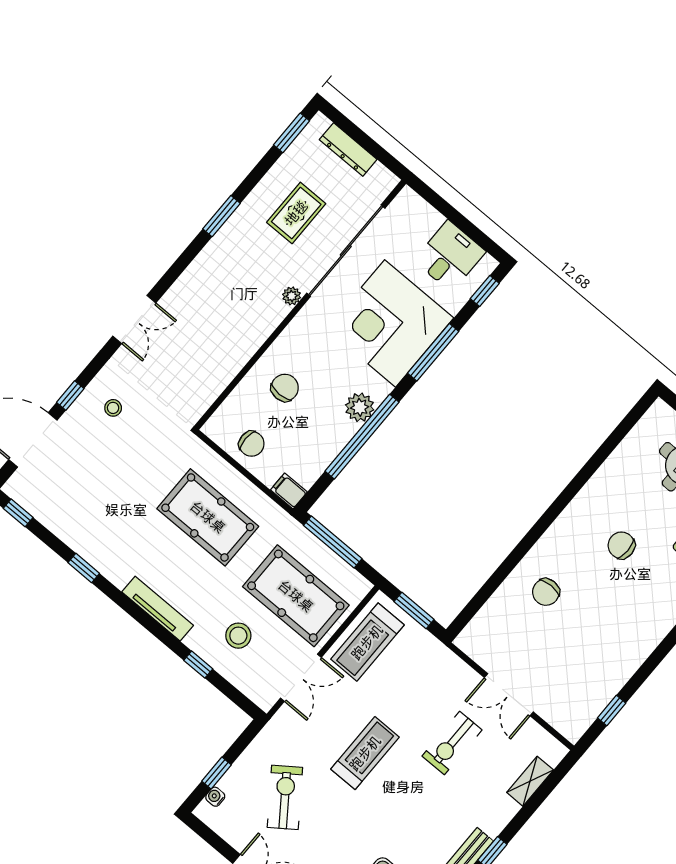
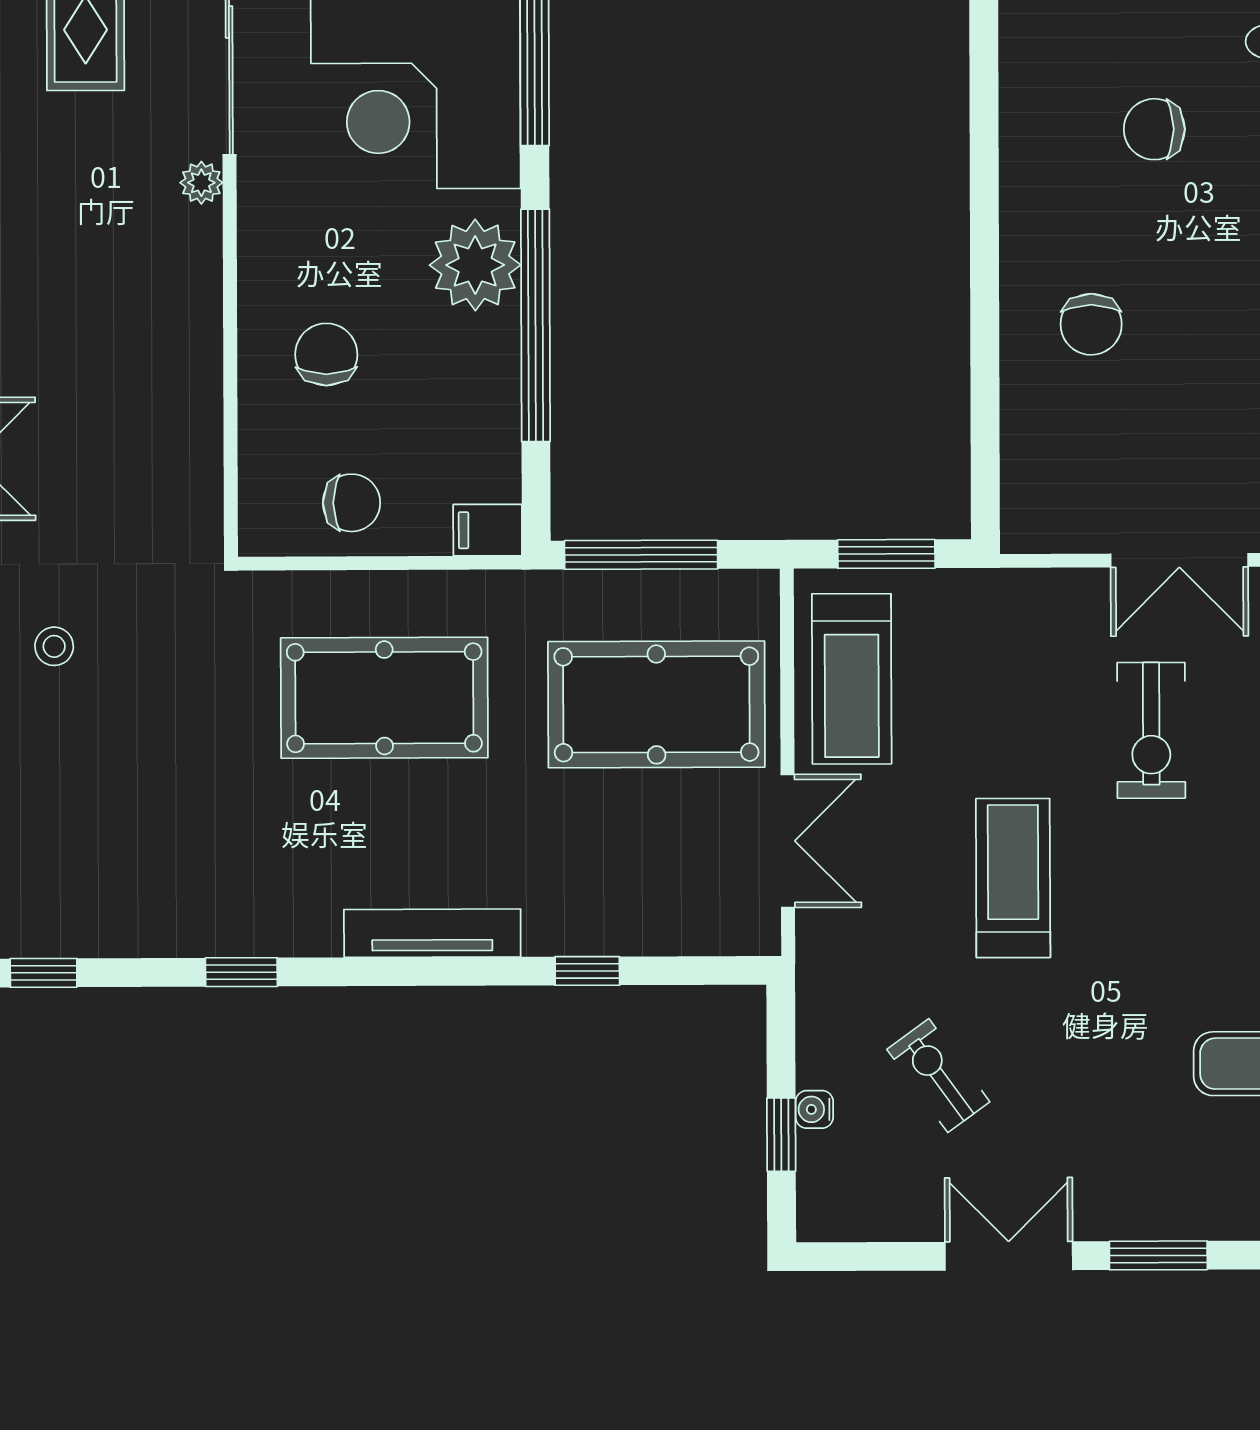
plant: (360, 407) -> (475, 265), width x1.36, depth x1.36
stool: (238, 636) -> (615, 860), removed
water cooler: (215, 797) -> (814, 1109), moved
exercise bike: (285, 797) -> (938, 1076), width x0.73, depth x0.72

